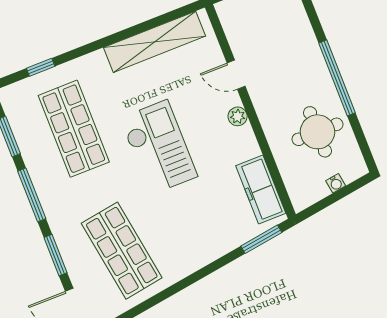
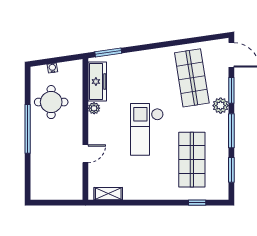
shelving: (154, 42) -> (108, 194), width x0.45, depth x0.75
door: (236, 75) -> (85, 154), hinge flipped
plant: (238, 116) -> (94, 108), moved
plant: (63, 226) -> (221, 106), added

